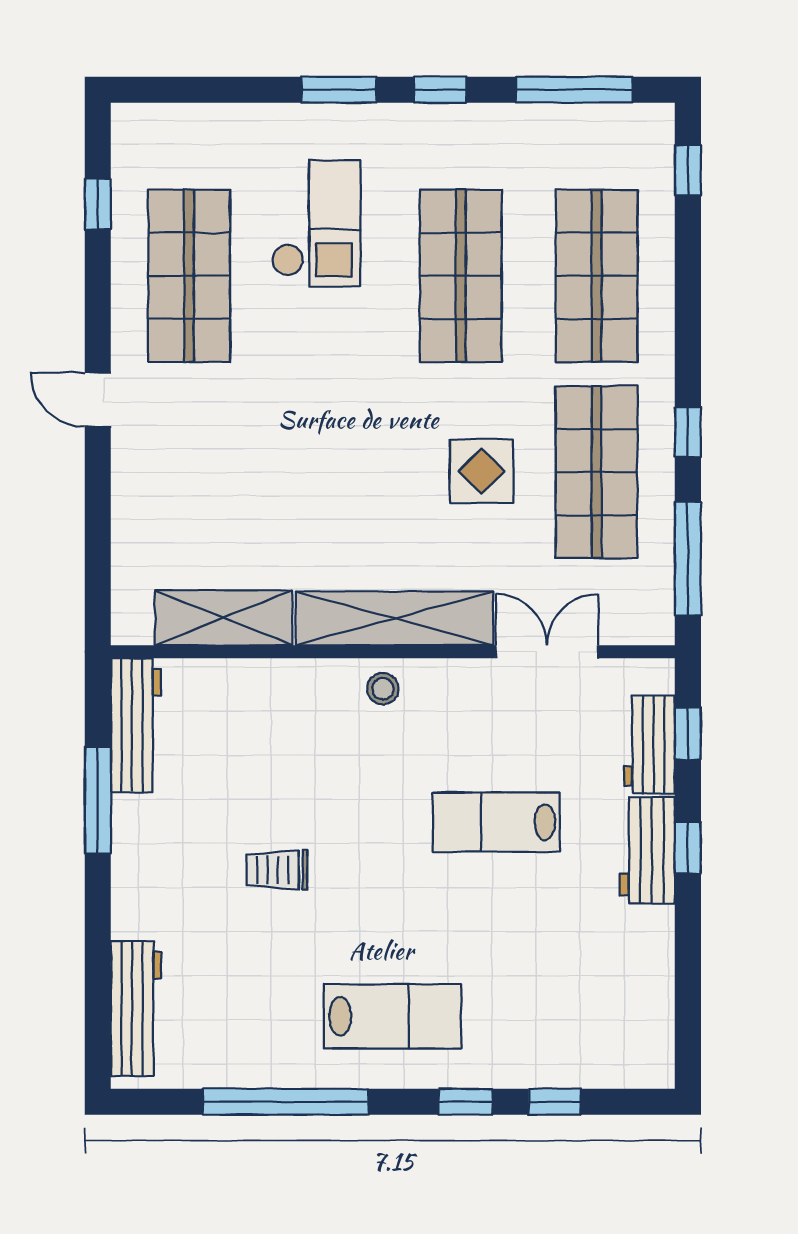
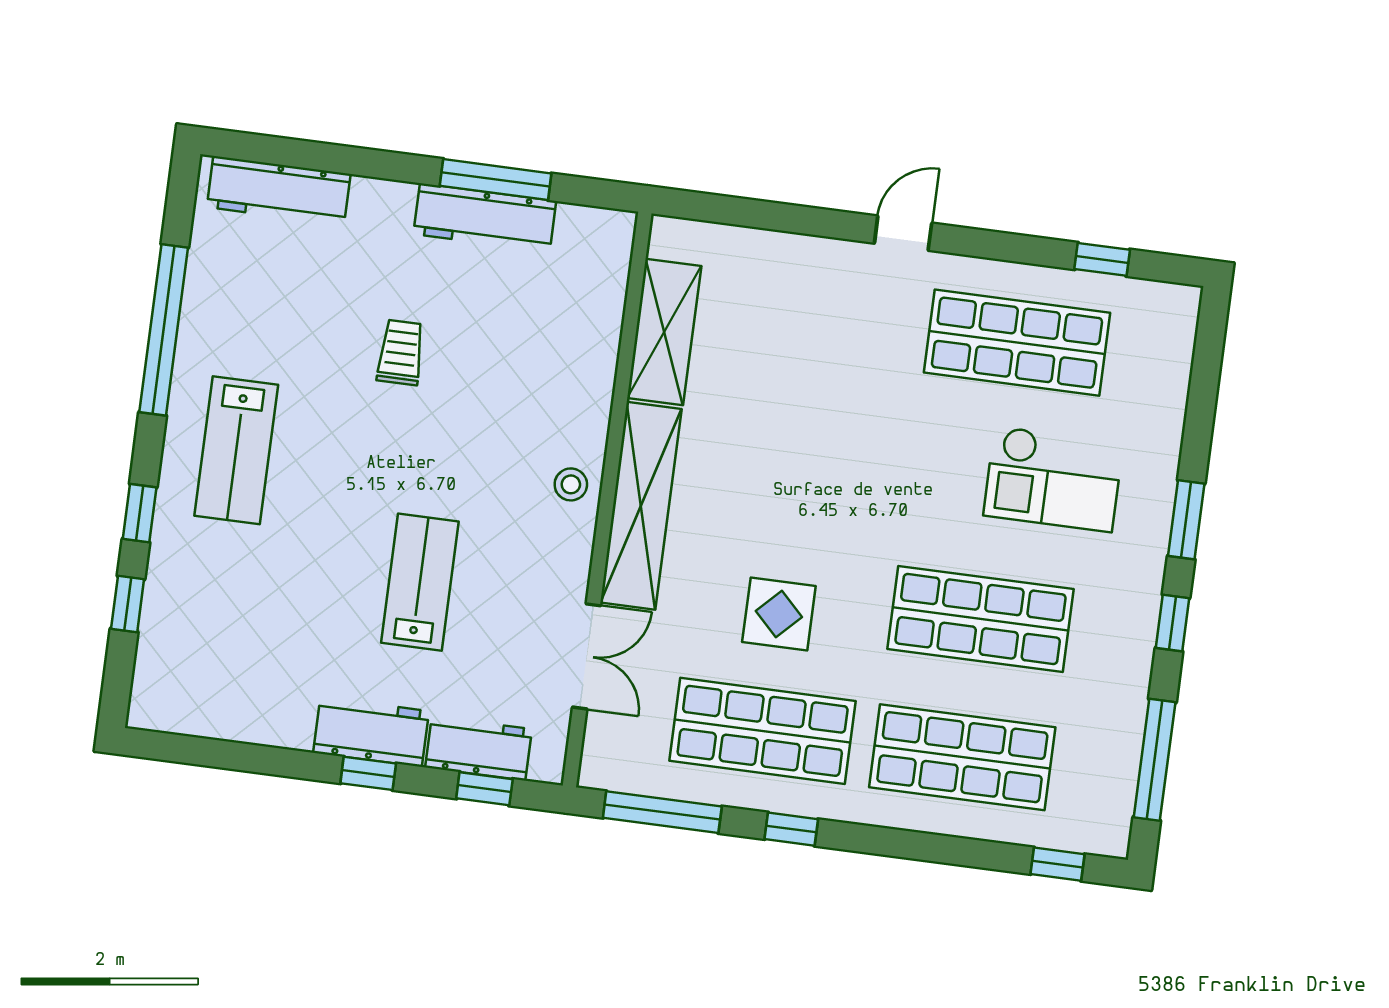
workbench: (136, 725) -> (485, 217), moved

